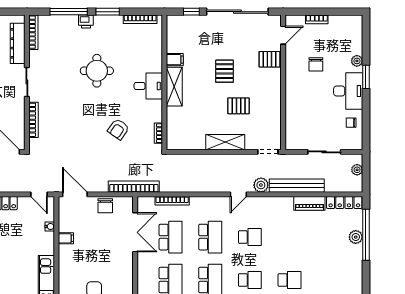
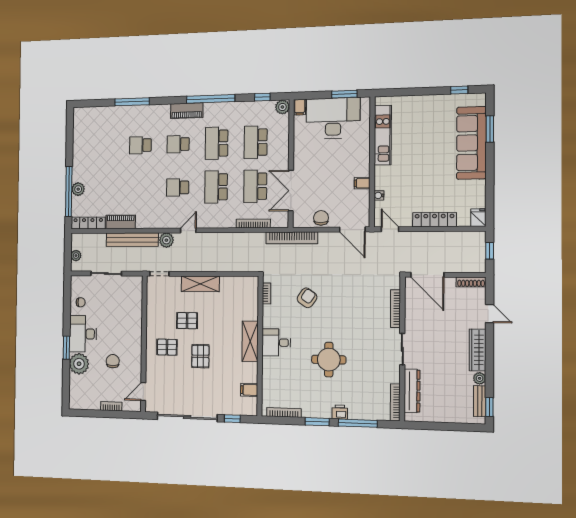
pallet: (269, 59) -> (167, 347), moved
filing cabinet: (175, 60) -> (249, 390), moved
plant: (357, 61) -> (79, 364), width x1.87, depth x1.87

